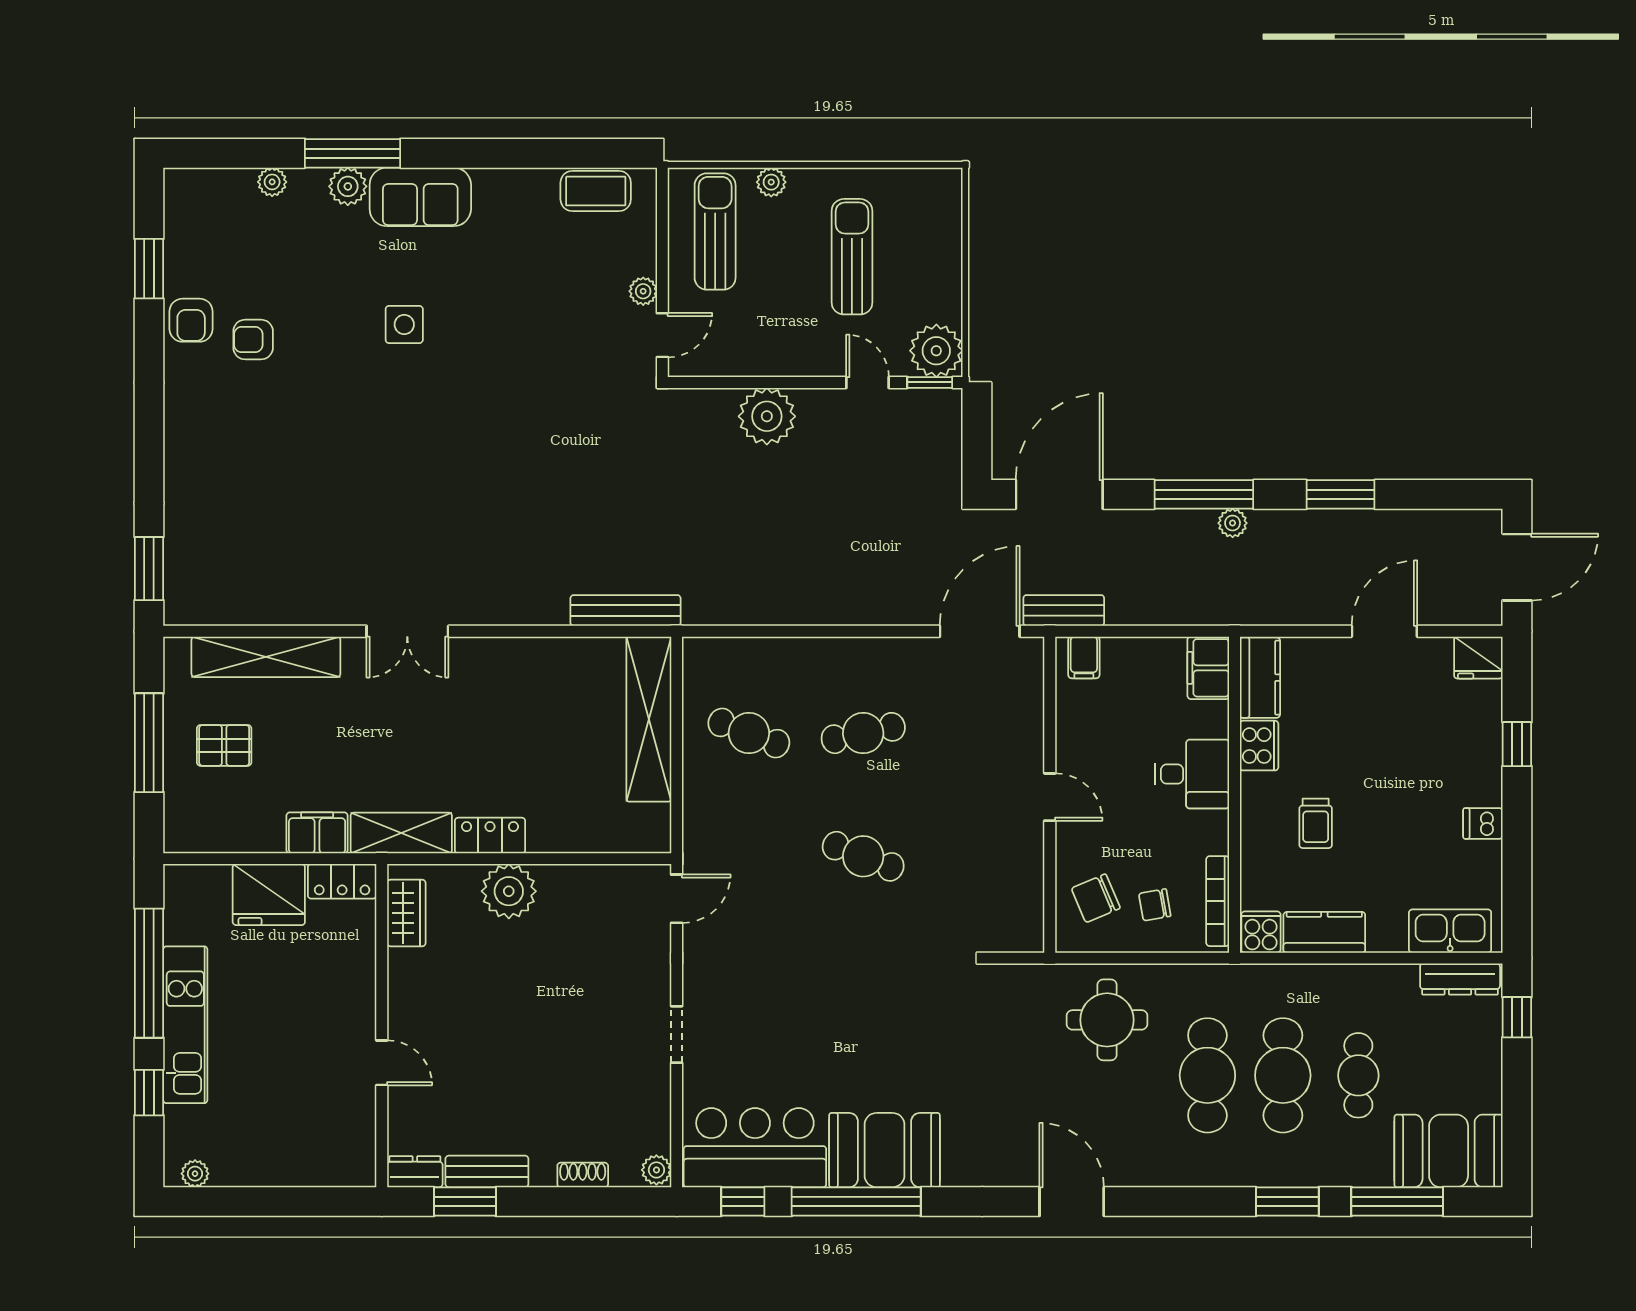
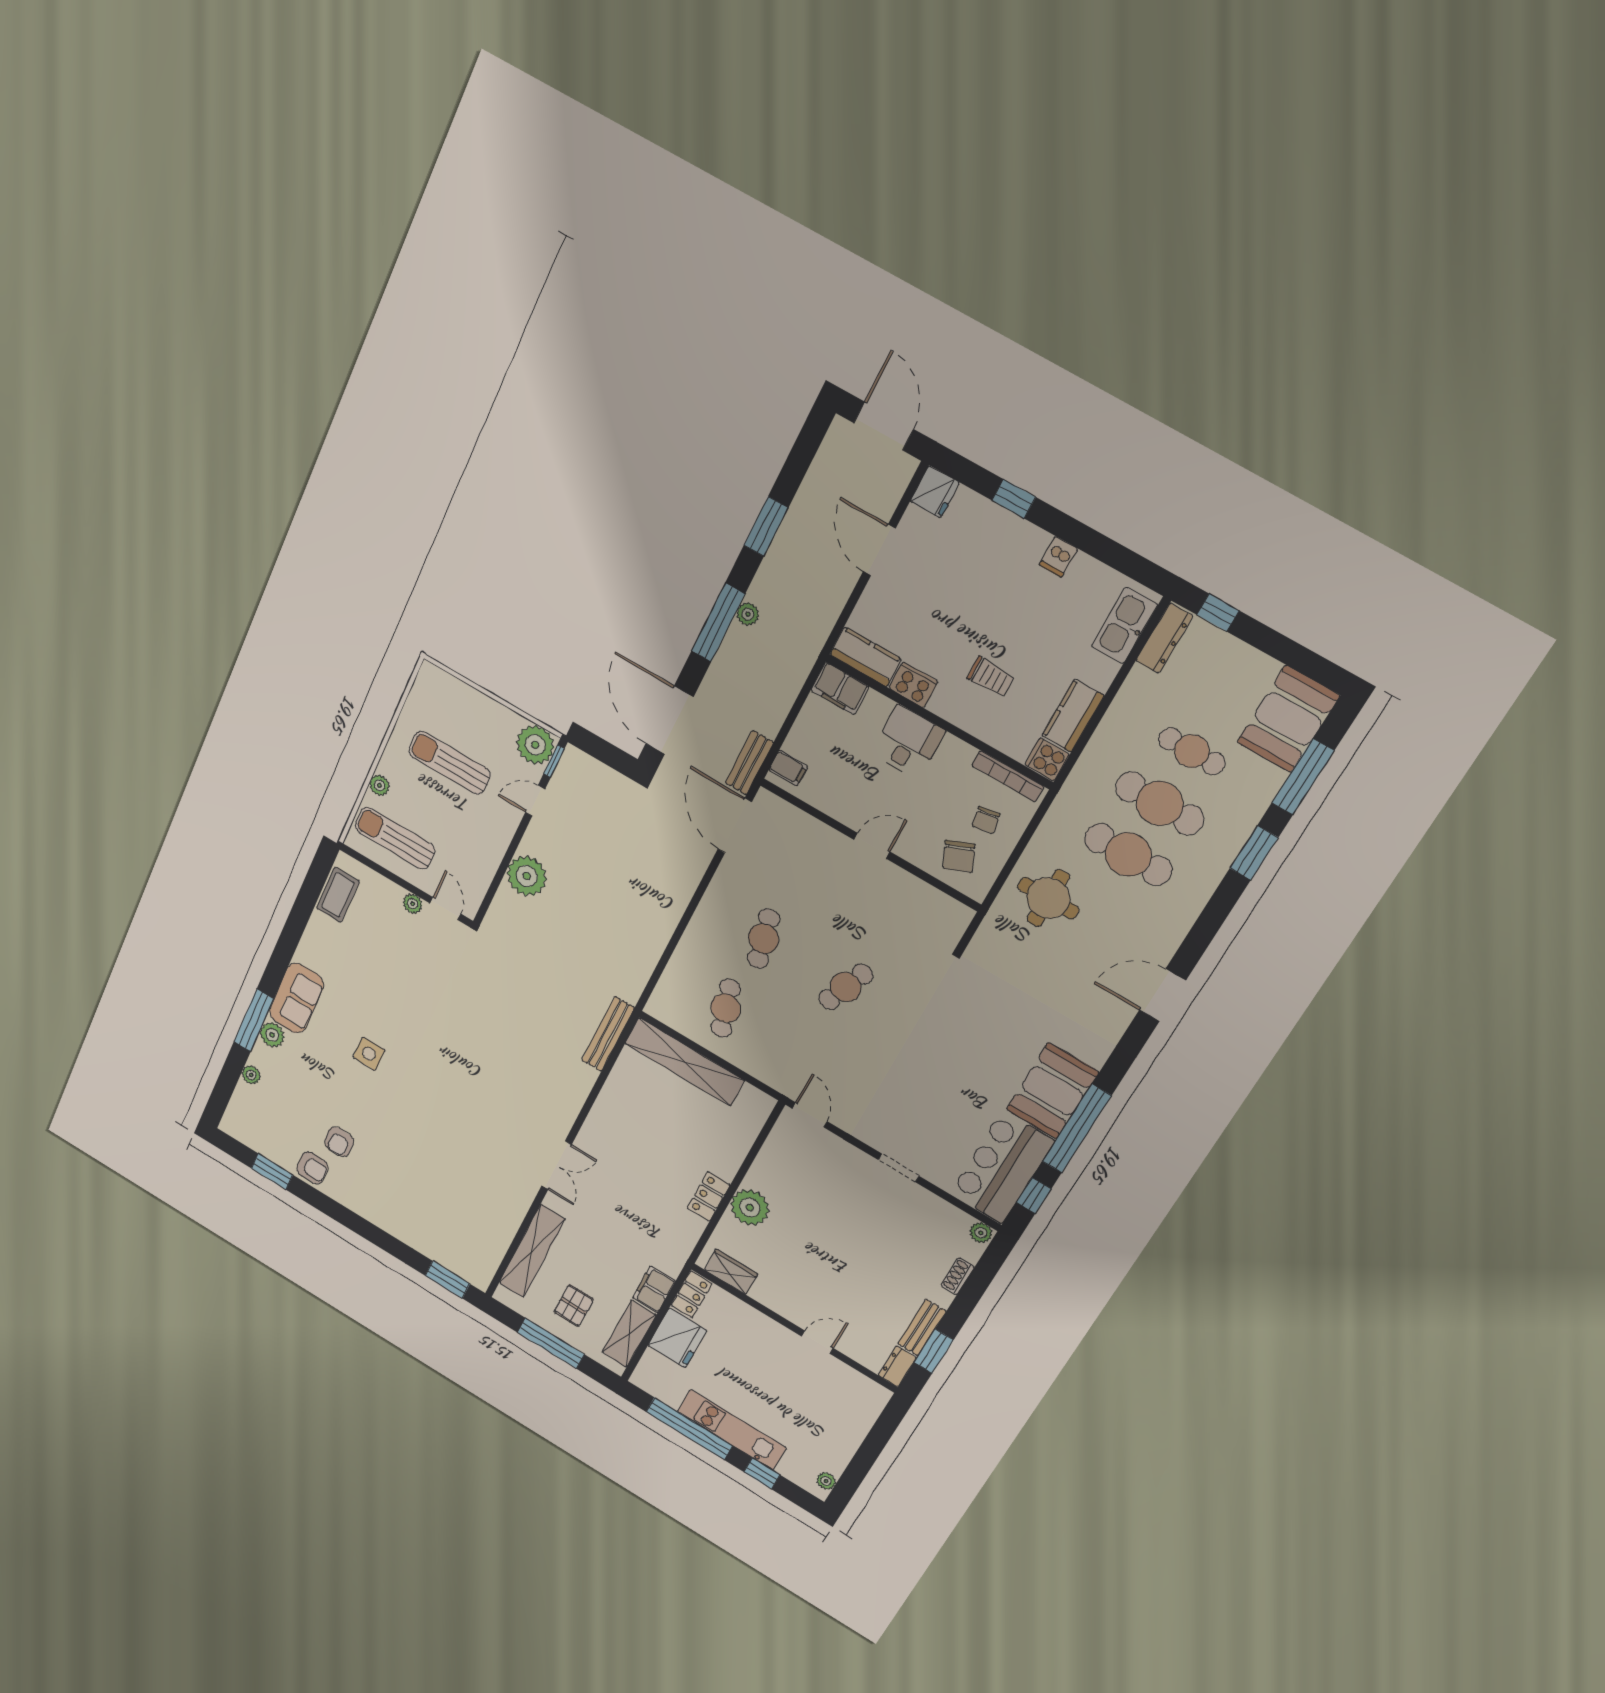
cafe table: (749, 733) -> (726, 1008), turned -36
shelving: (401, 833) -> (629, 1334), moved

